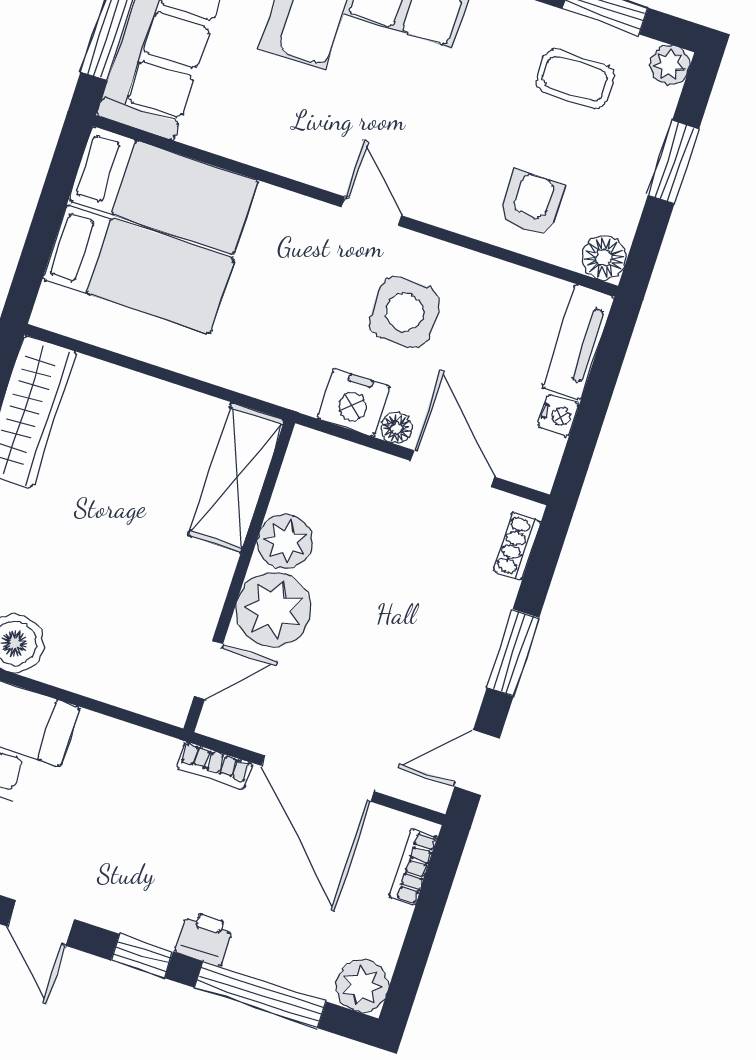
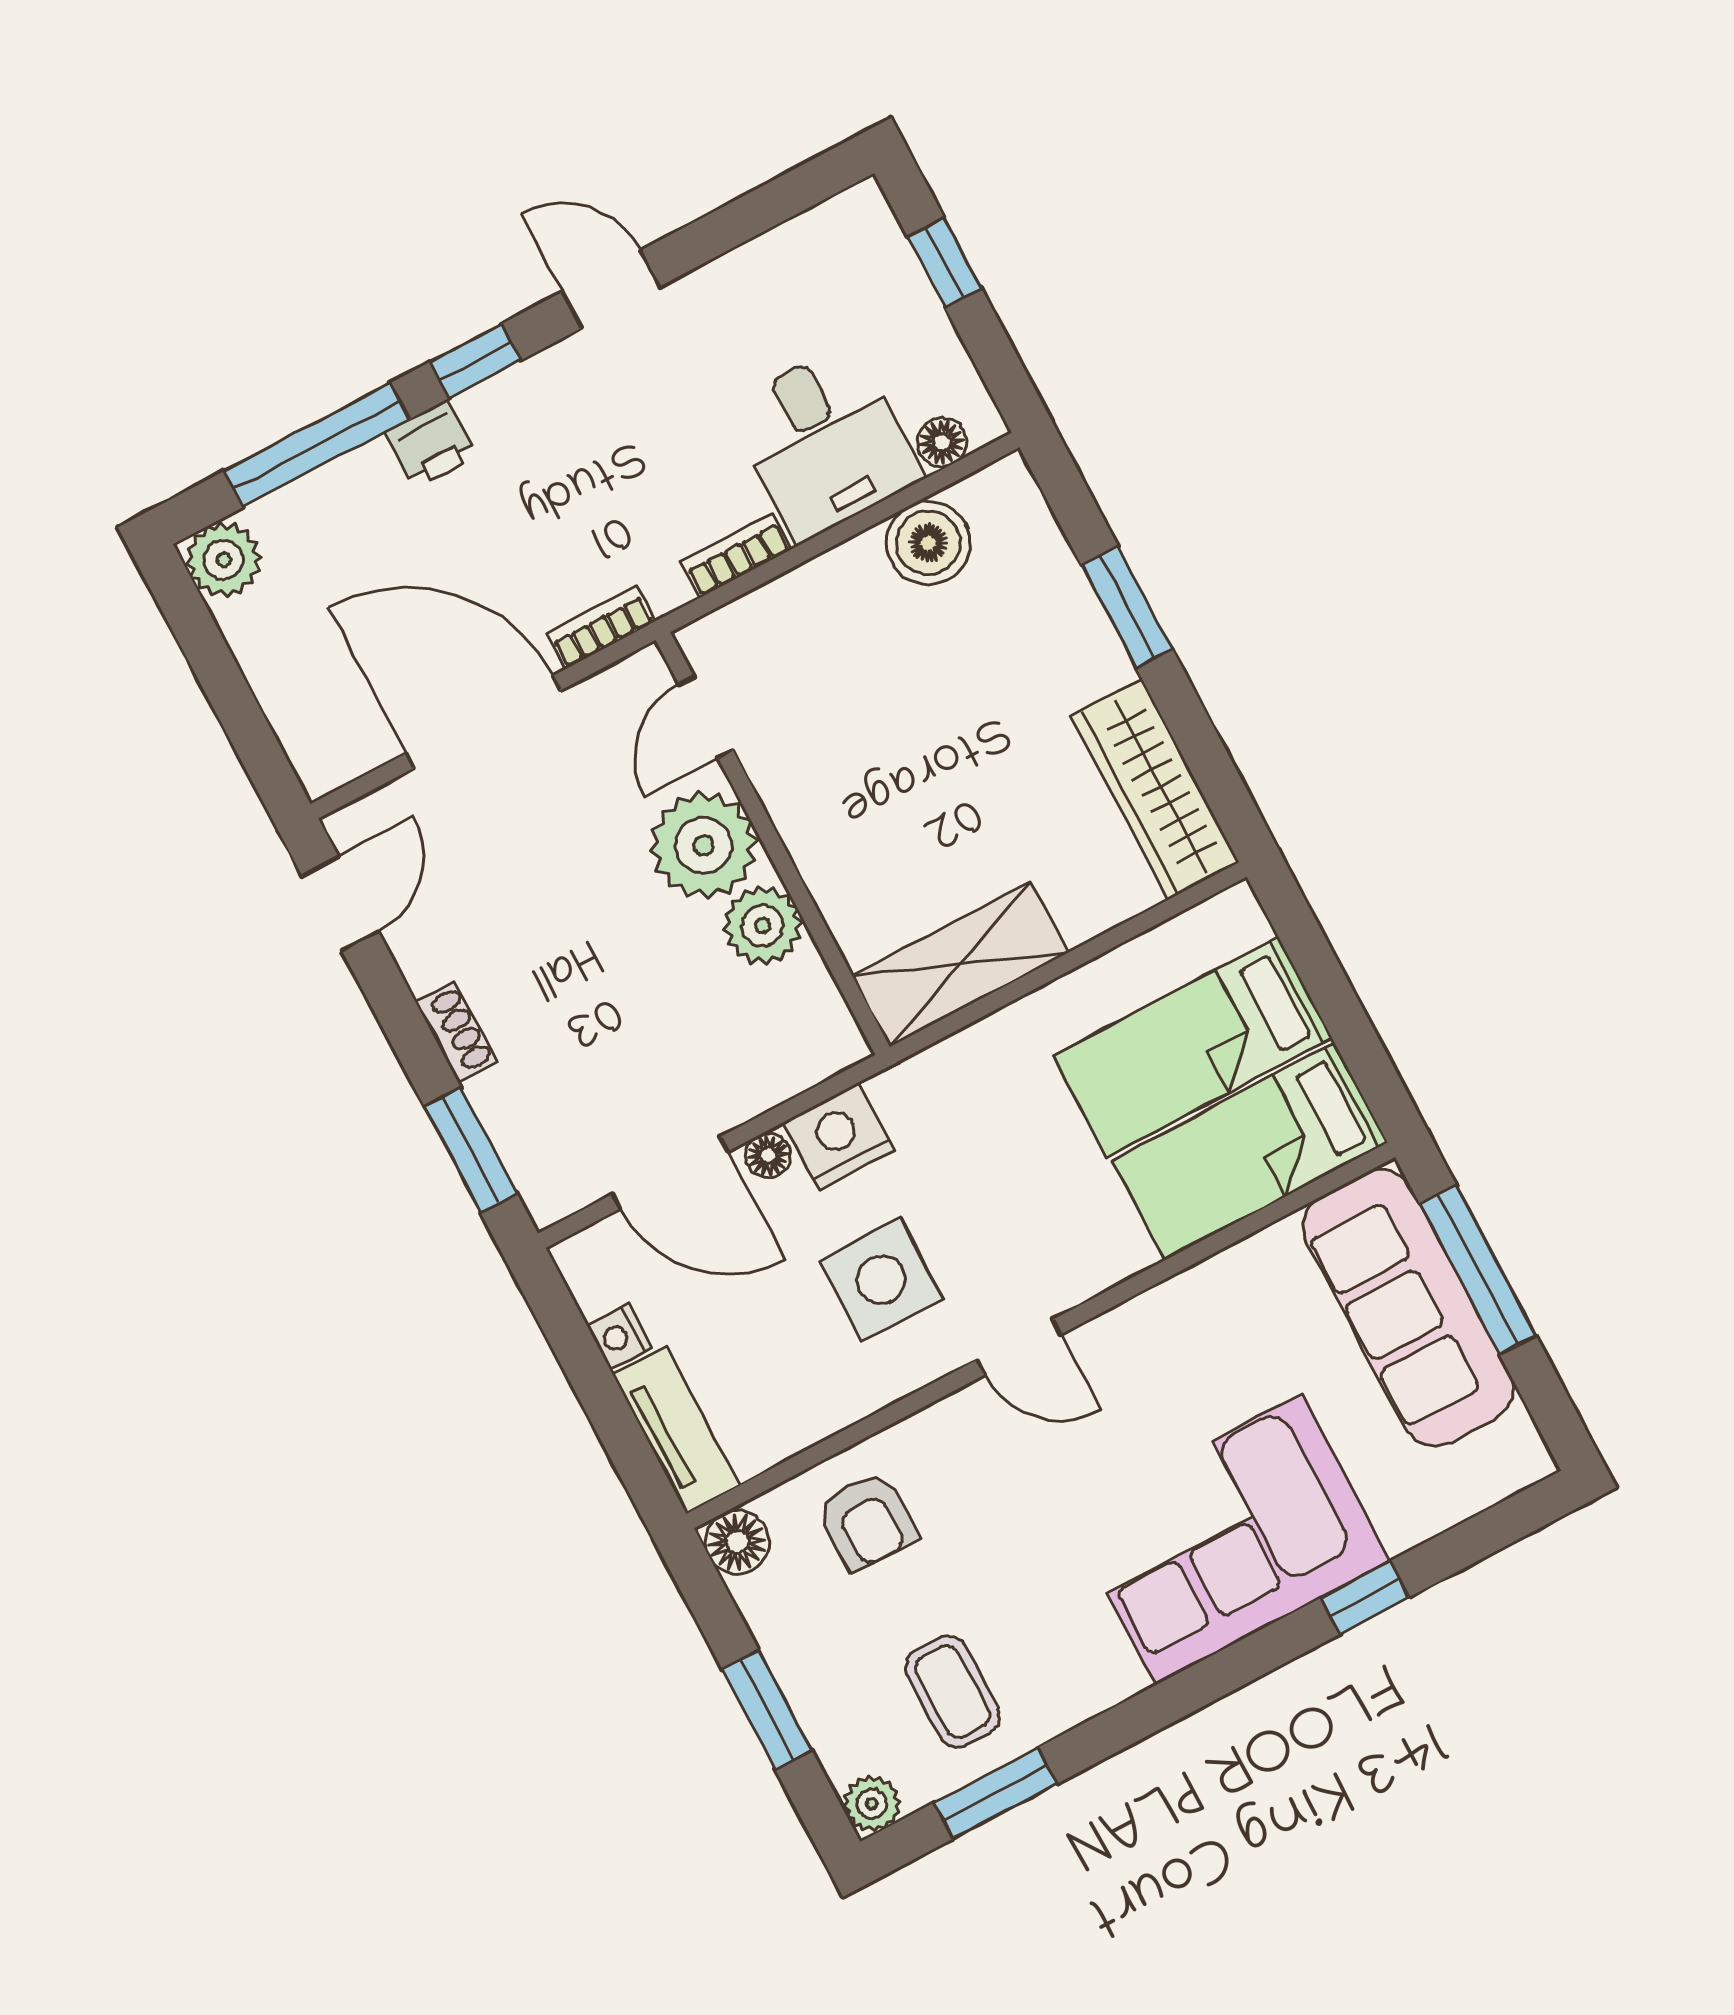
coffee table: (575, 79) -> (953, 1692), turned 90
shelving: (236, 477) -> (960, 964), moved, turned 90
shoe rack: (517, 546) -> (456, 1032), moved
window: (513, 653) -> (471, 1150), moved
bookcase: (413, 867) -> (736, 555), moved, turned -90

